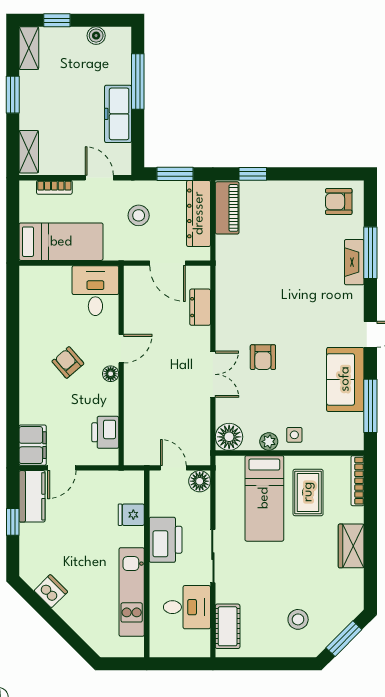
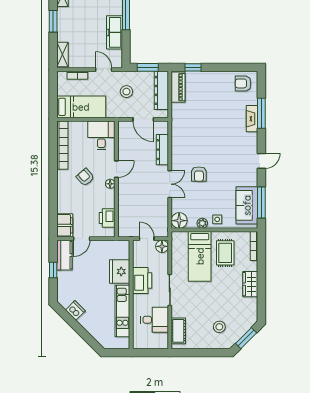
bookcase: (29, 307) -> (62, 145), added
dresser: (200, 307) -> (162, 150), width x1.44
sofa: (345, 379) -> (247, 205), moved
fridge: (131, 515) -> (120, 271), width x1.88, depth x1.34

